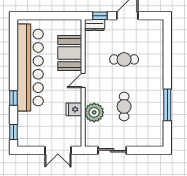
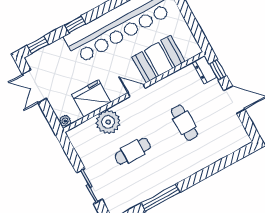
fridge: (74, 109) -> (91, 98), width x1.88, depth x1.34
plant: (77, 142) -> (65, 121), added
double door: (58, 150) -> (34, 86), moved
sliding door: (112, 150) -> (89, 186), moved

